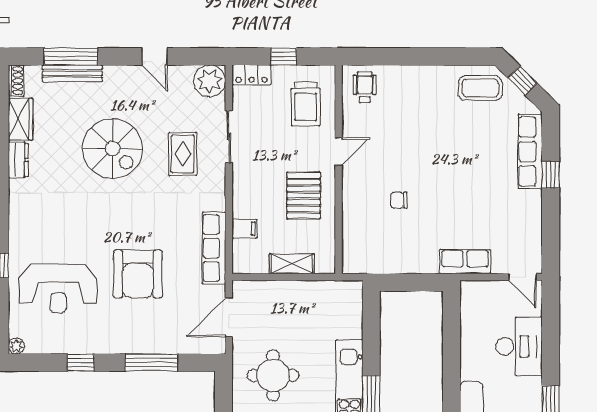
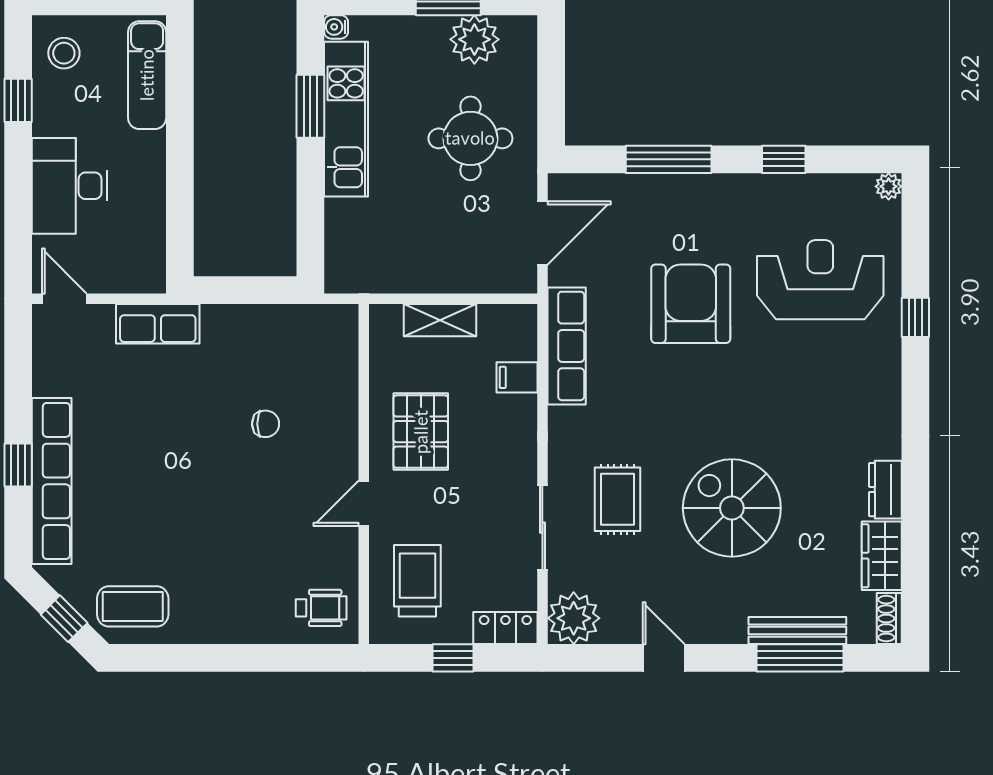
wheelchair: (365, 87) -> (321, 608), turned -90
row of seats: (530, 152) -> (52, 481), width x1.36

